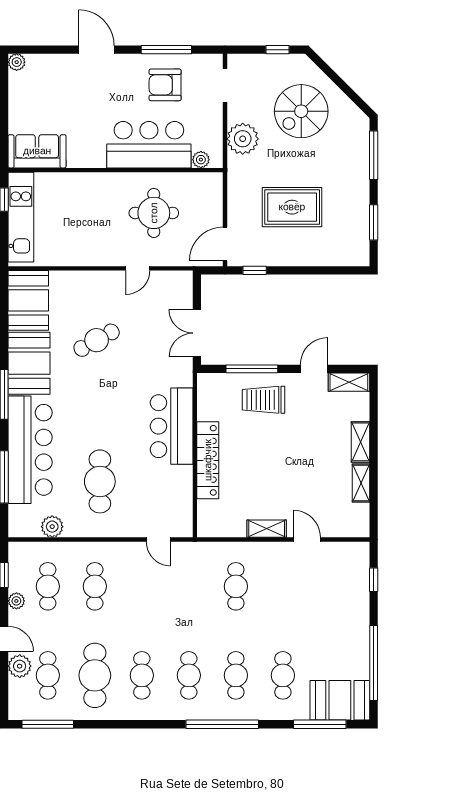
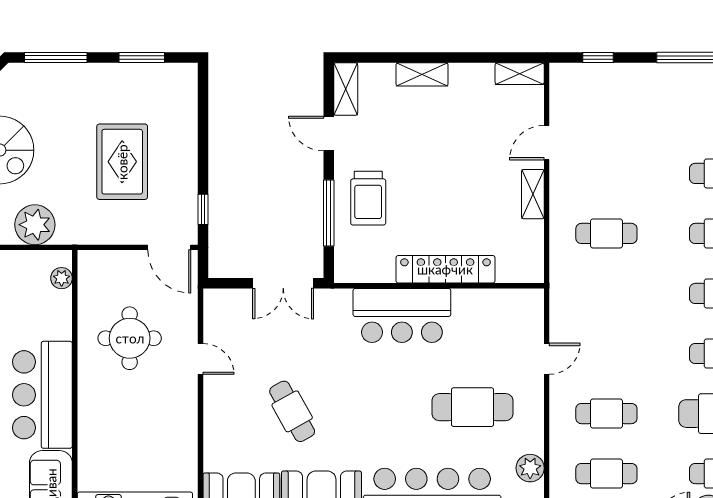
bar counter: (149, 145) -> (42, 395), moved
shelving: (361, 483) -> (520, 74), moved
door: (158, 540) -> (547, 359), moved

